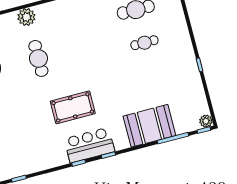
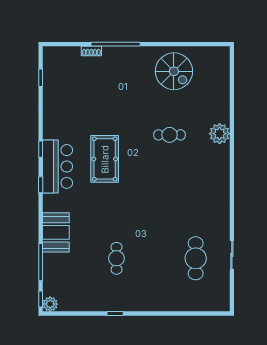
cafe table: (144, 43) -> (116, 258), moved
cafe table: (38, 58) -> (170, 135), width x0.73, depth x0.74
booth: (149, 126) -> (56, 232), width x0.73, depth x0.70

